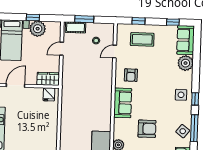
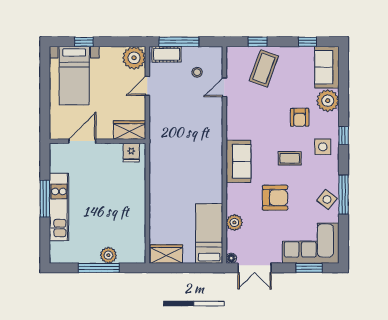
window: (33, 17) -> (84, 42), moved
window: (84, 19) -> (179, 42), width x1.44
plant: (38, 29) -> (134, 58), moved
coffee table: (142, 39) -> (264, 68), turned -70
armchair: (131, 75) -> (300, 117), moved
window: (195, 99) -> (343, 135), moved
coffee table: (158, 102) -> (290, 158), added

